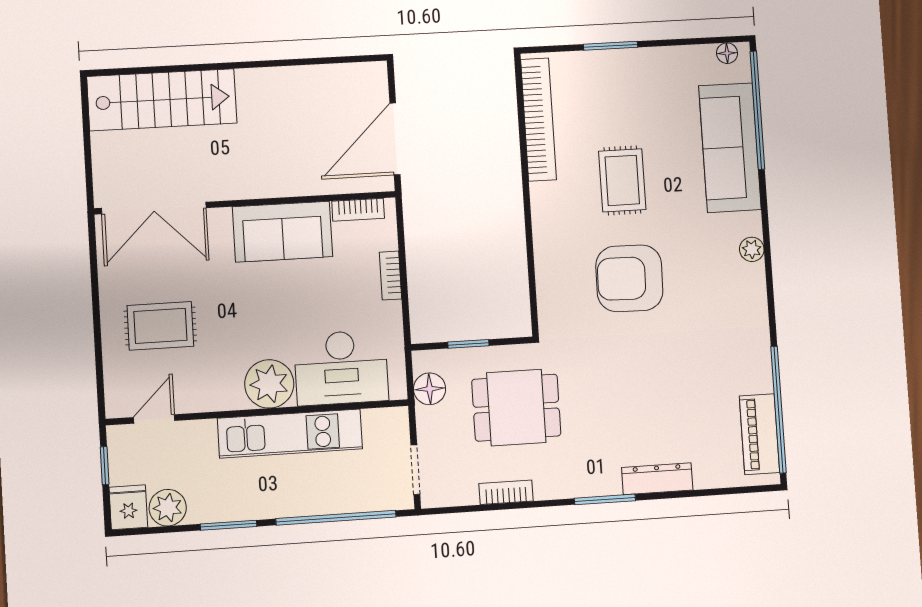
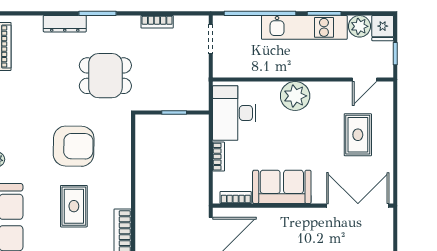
rug: (160, 326) -> (358, 135), turned 90
desk: (341, 368) -> (234, 113), moved, turned -90
floor lamp: (430, 389) -> (199, 87), removed
dining table: (516, 408) -> (105, 76), moved
kitchen unit: (290, 434) -> (304, 27), moved, turned 180

